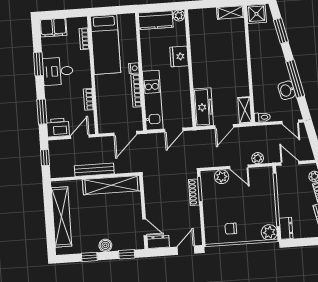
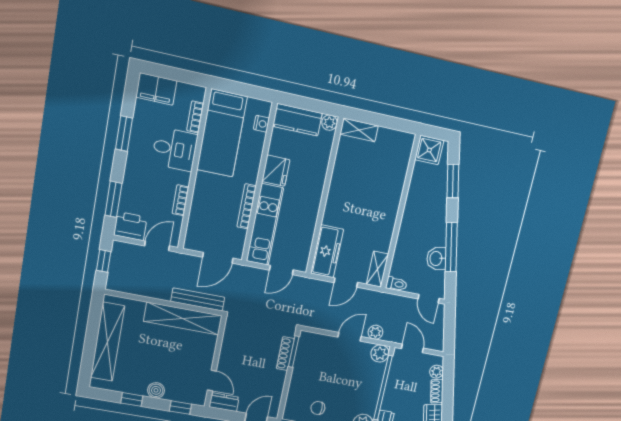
shelving: (230, 12) -> (359, 130), moved
fridge: (179, 56) -> (276, 171), moved, turned 180
nightstand: (134, 68) -> (261, 124), moved
desk: (58, 71) -> (175, 149), moved, turned 180
door: (239, 167) -> (350, 337), swing flipped
bench: (94, 170) -> (198, 299), moved
plant: (222, 177) -> (380, 353), moved

